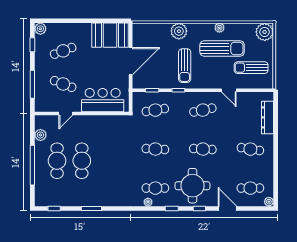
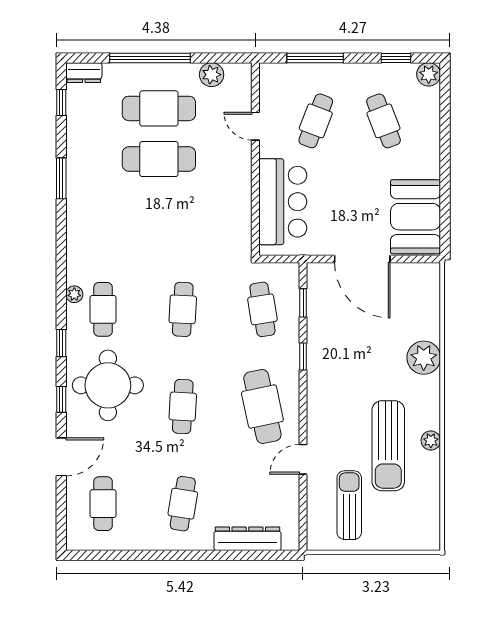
plant: (265, 32) -> (422, 533), removed
sun lounger: (185, 66) -> (353, 369), removed
cafe table: (203, 110) -> (262, 407), width x1.37, depth x1.35
dresser: (39, 197) -> (84, 73), added
plant: (269, 202) -> (75, 541), removed

